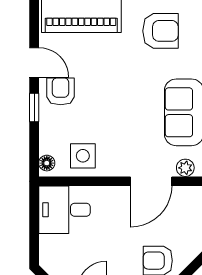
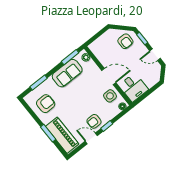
armchair: (160, 31) -> (46, 104), turned 90
door: (34, 62) -> (91, 138), hinge flipped
door: (151, 181) -> (109, 77), moved

